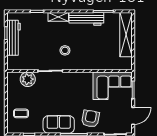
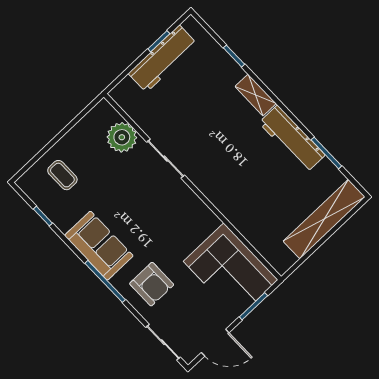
stool: (65, 50) -> (216, 152), removed
armchair: (91, 119) -> (152, 284), turned 80

